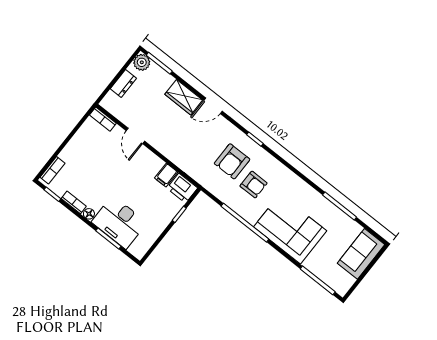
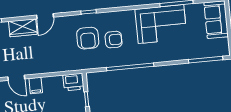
filing cabinet: (166, 175) -> (36, 86), moved
corner sofa: (290, 229) -> (161, 24), moved, turned 180

